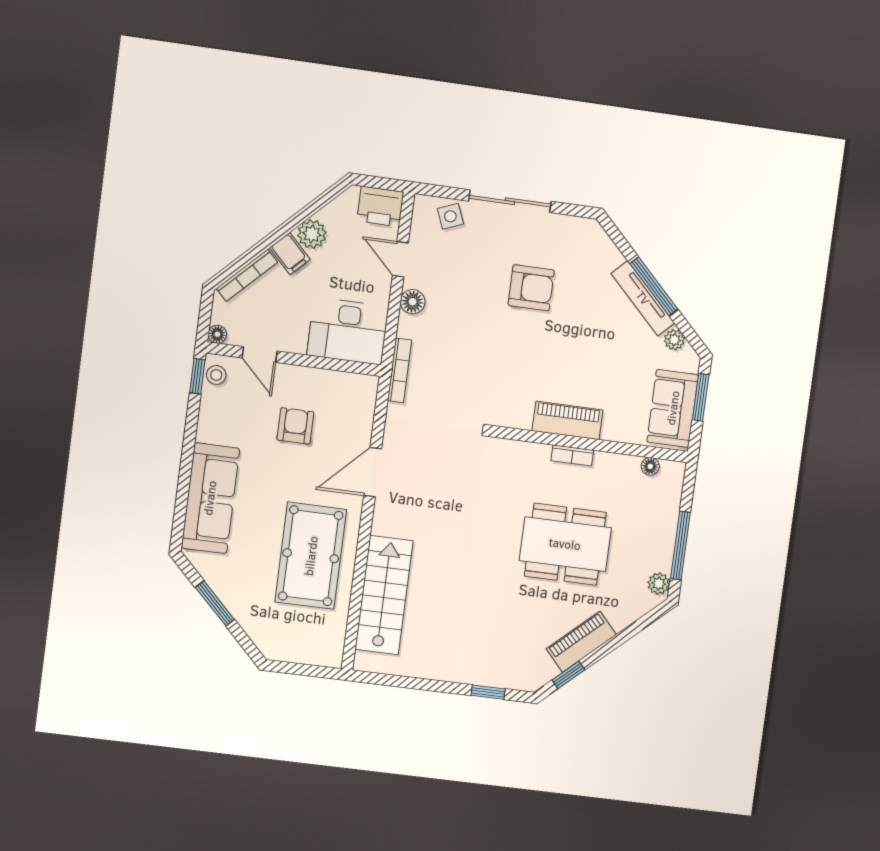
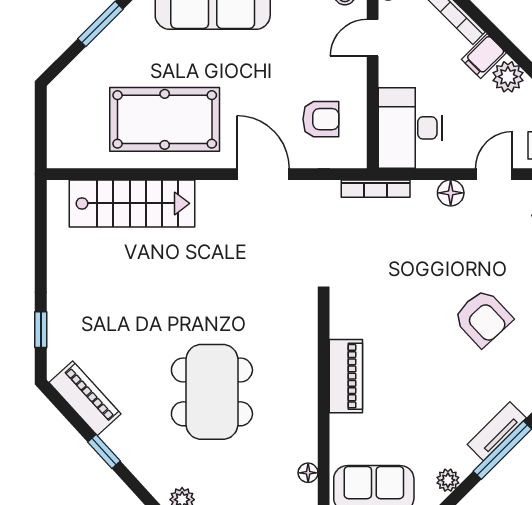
armchair: (531, 288) -> (483, 318), turned -43
tv unit: (643, 298) -> (497, 431), width x0.71
armchair: (295, 426) -> (321, 119), moved
bookcase: (572, 455) -> (309, 386), removed
piano: (581, 642) -> (85, 398), moved
window: (568, 675) -> (104, 452), moved

